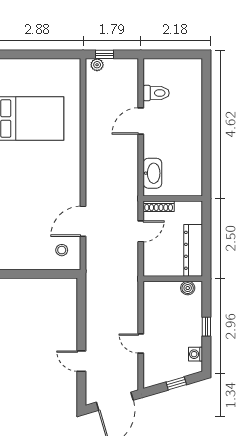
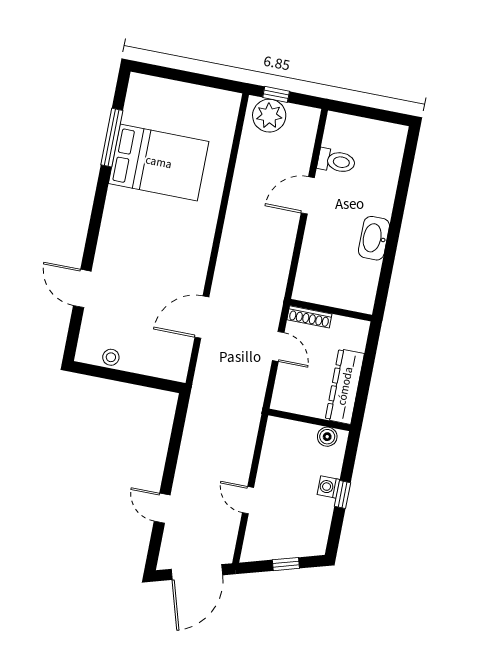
plant: (97, 65) -> (269, 116), width x1.88, depth x1.88
washbasin: (152, 173) -> (374, 238), moved, turned 180
door: (141, 231) -> (278, 346), hinge flipped
stool: (62, 250) -> (111, 357), moved
washing machine: (195, 354) -> (328, 487), moved

